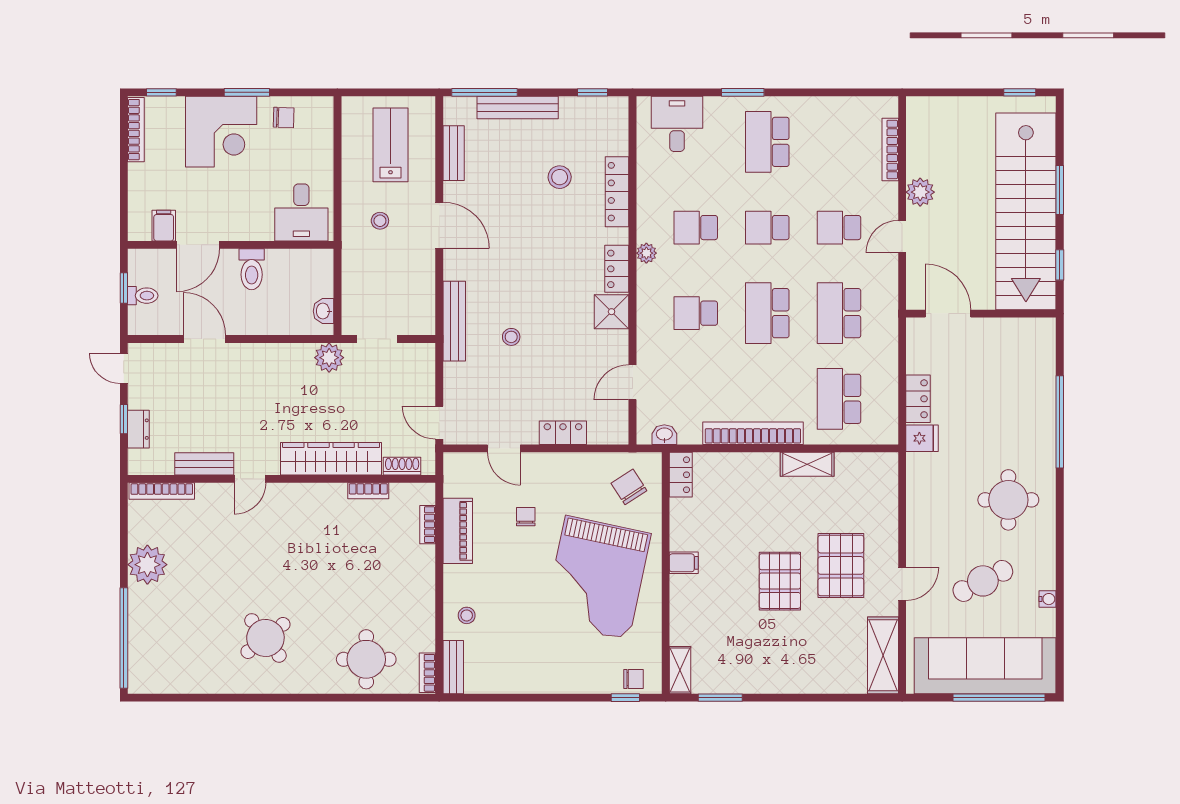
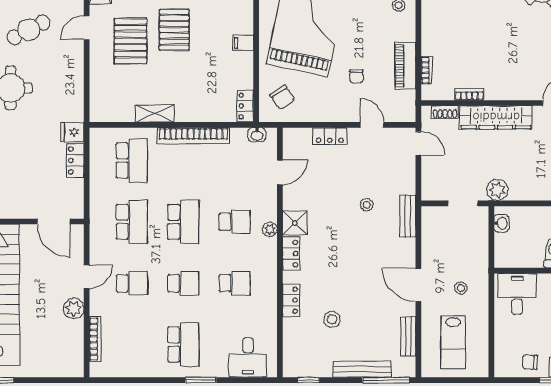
locker: (617, 192) -> (291, 300), width x0.66
plant: (646, 253) -> (270, 229), moved
bench: (454, 321) -> (408, 216), width x0.73

